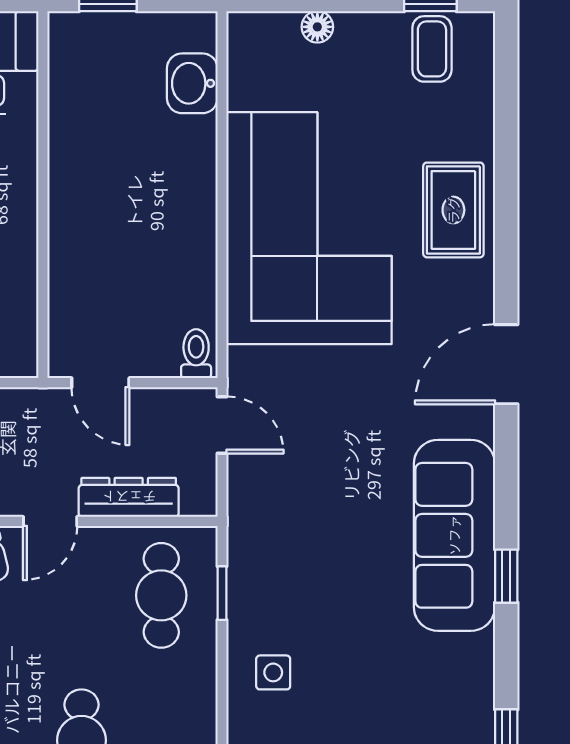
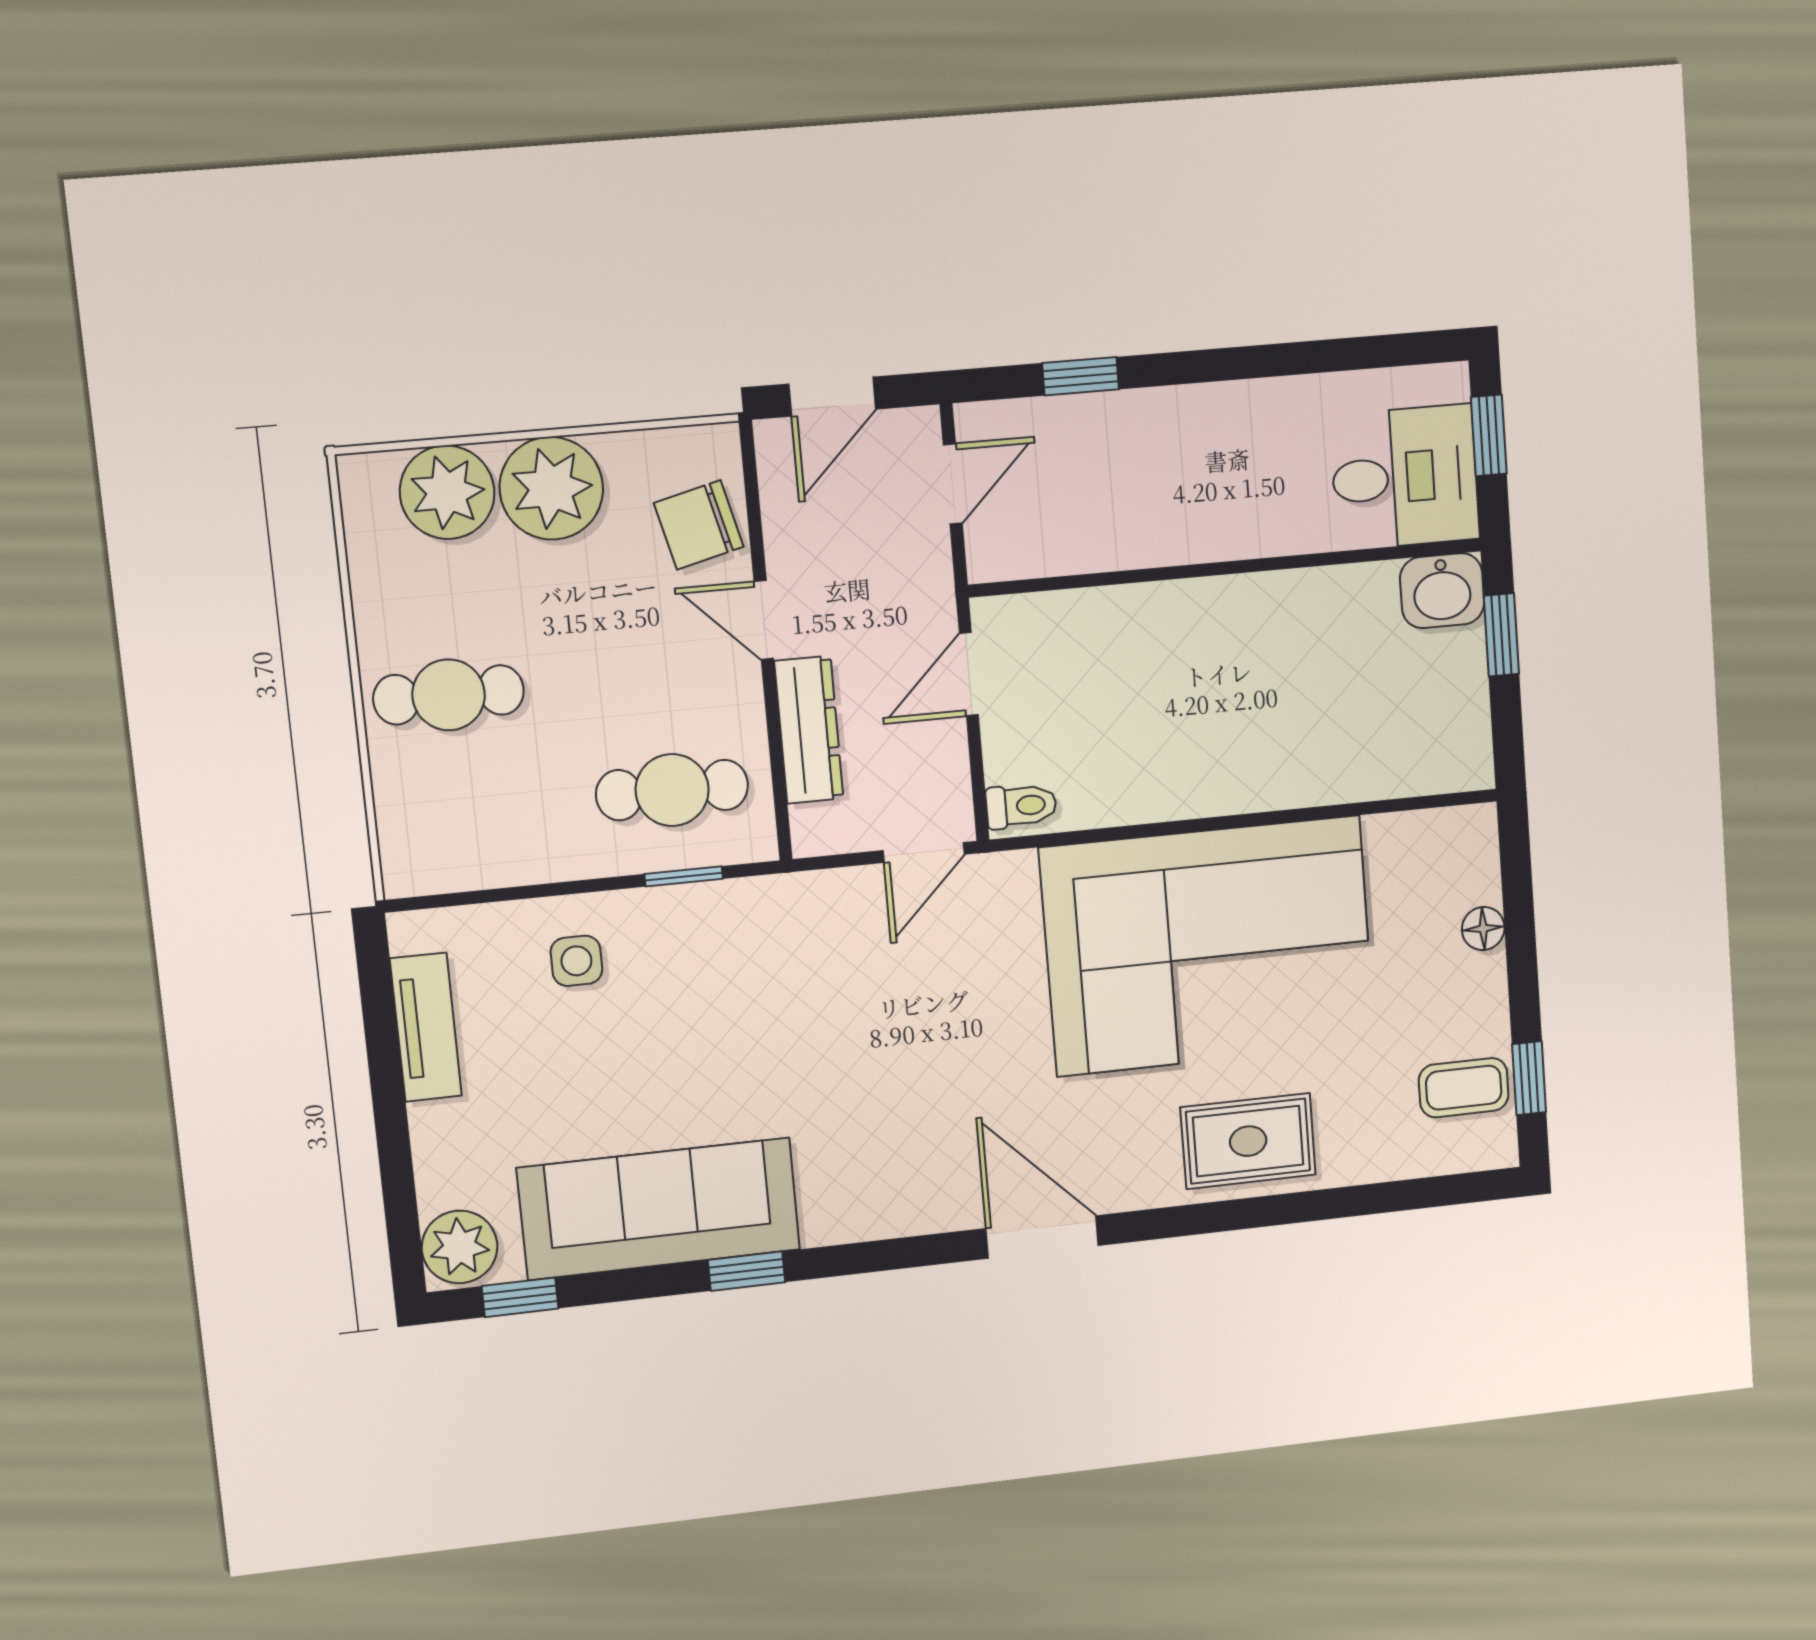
washbasin: (192, 83) -> (1442, 591), moved, turned 180
sofa: (454, 535) -> (659, 1209), moved

